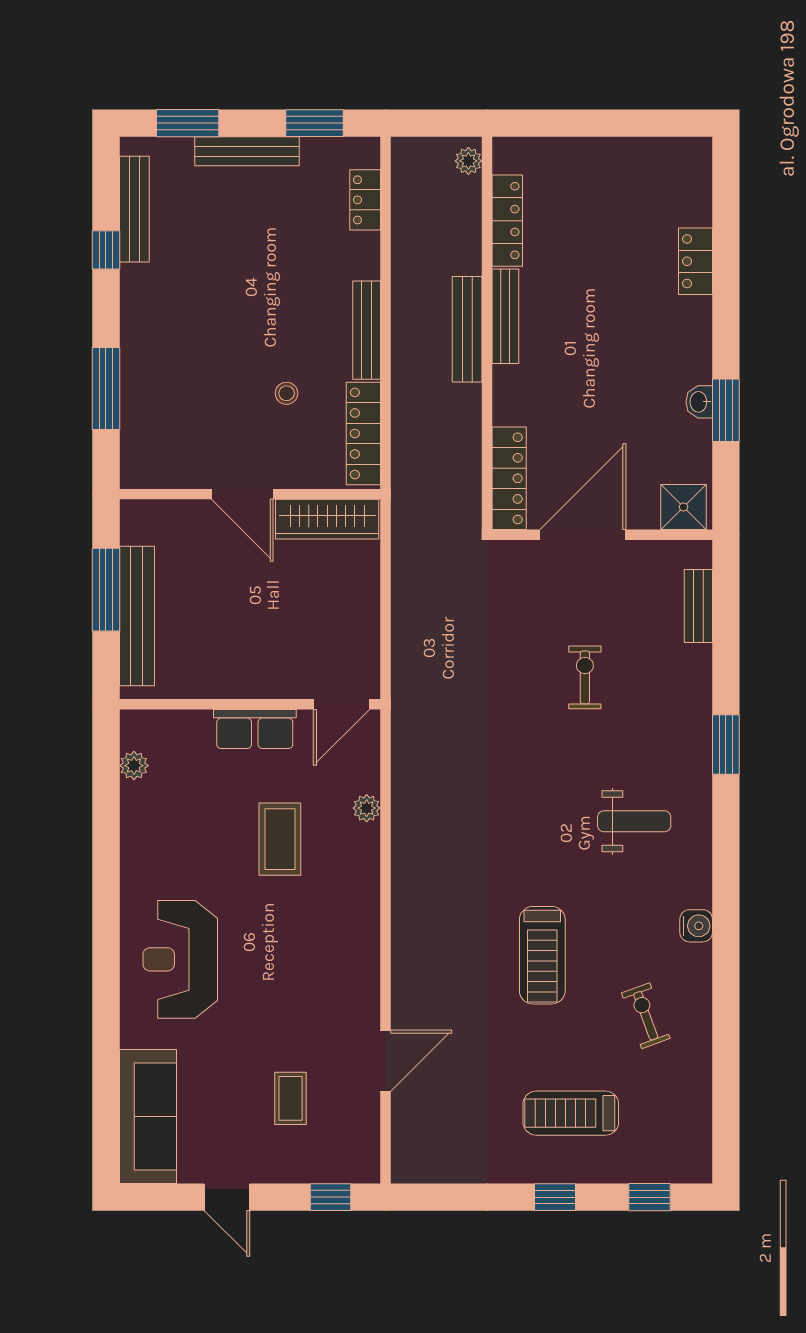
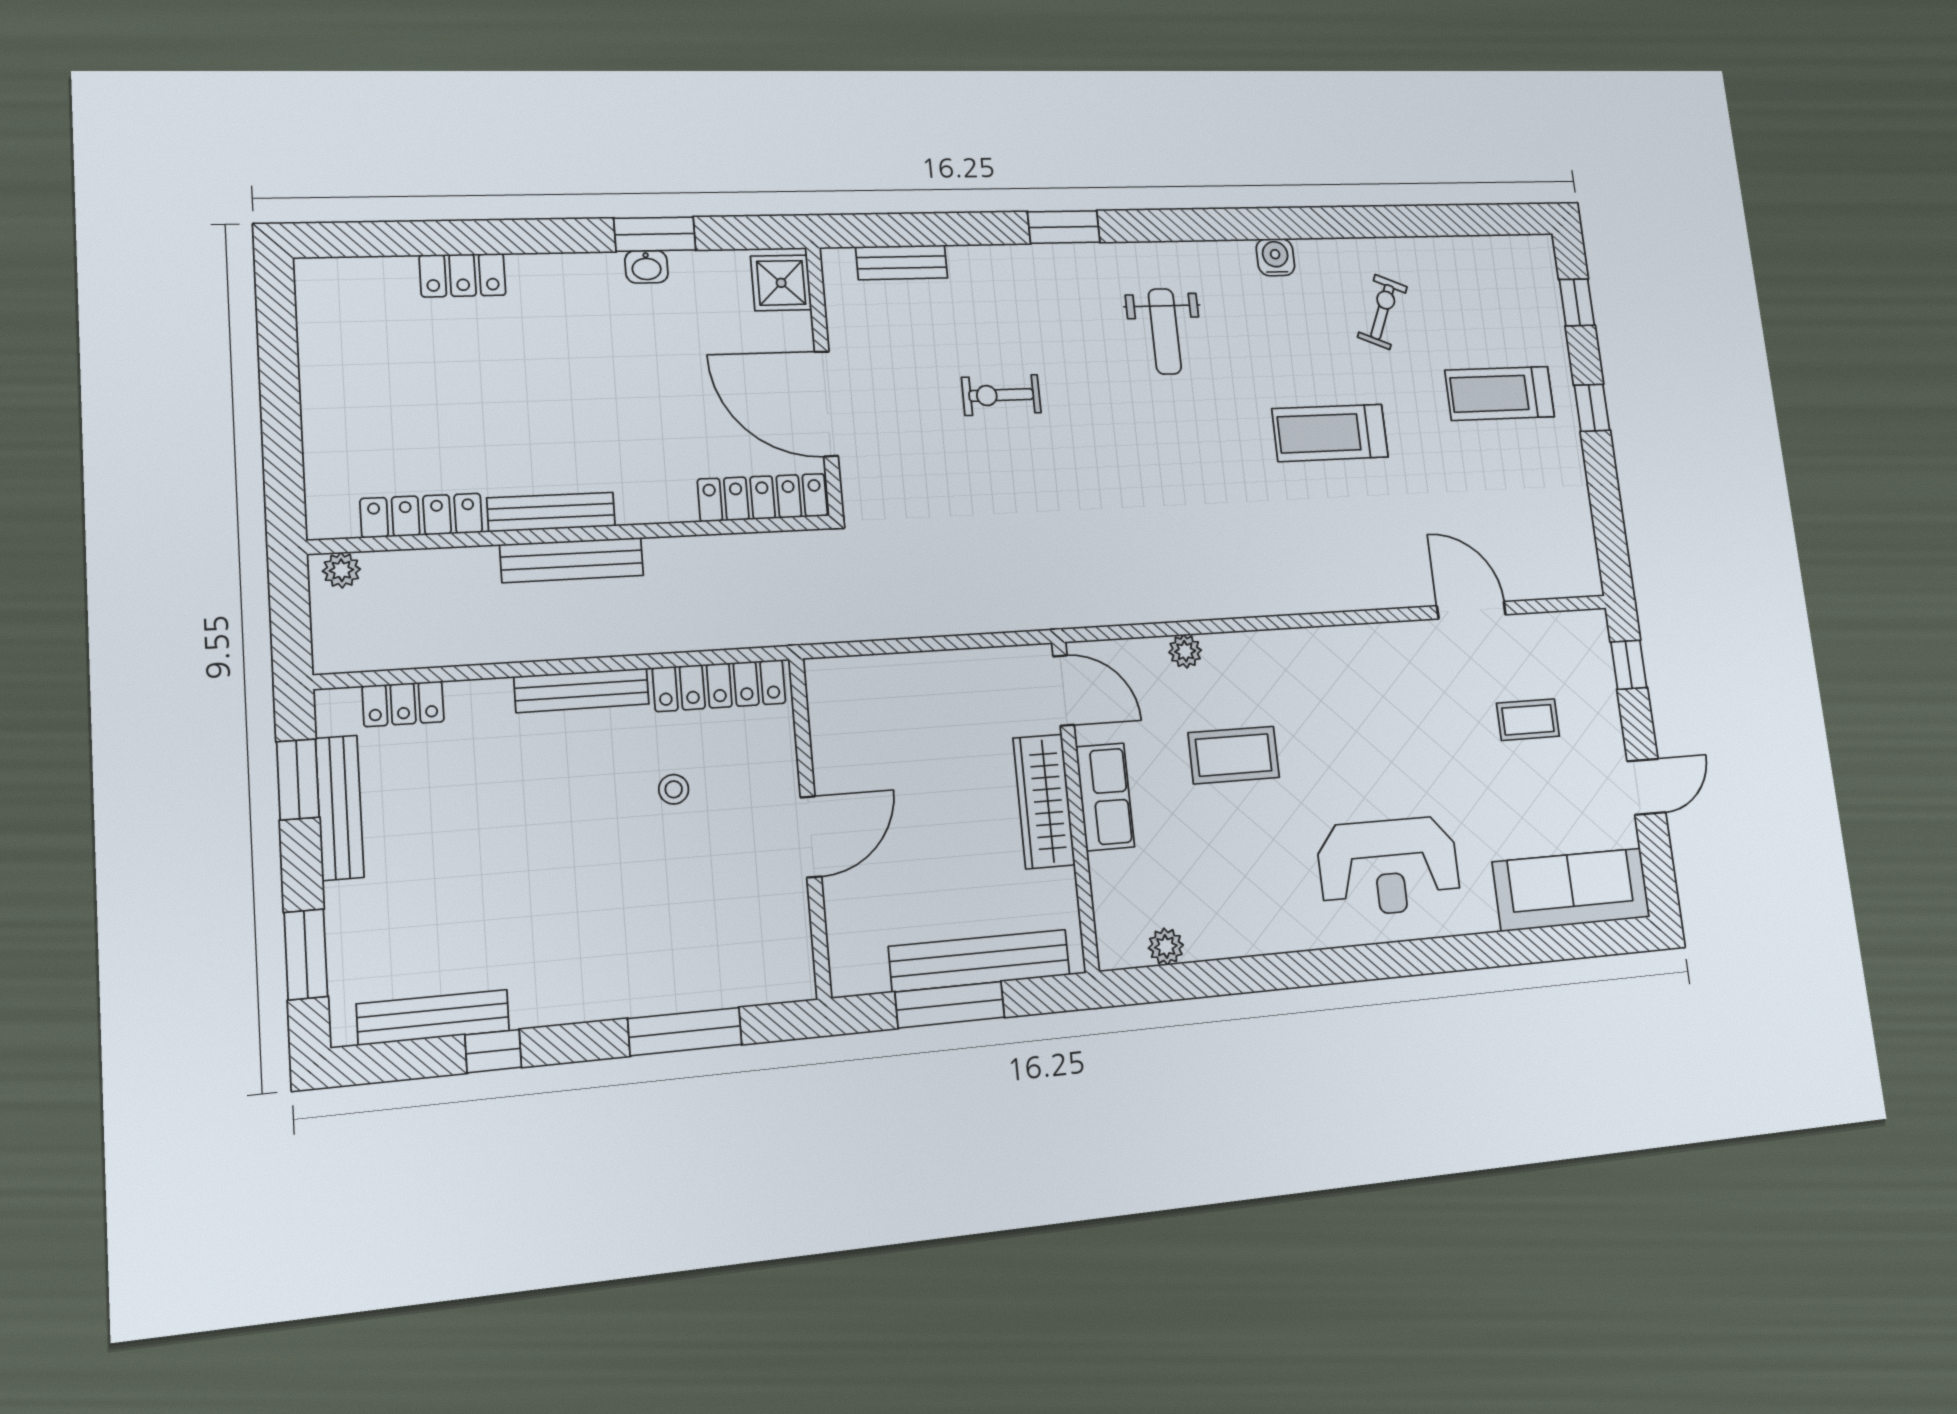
bench: (247, 151) -> (340, 808), moved
wardrobe: (327, 519) -> (1044, 801), moved, turned 180
weight bench: (634, 821) -> (1165, 331), turned 180
treadmill: (542, 955) -> (1330, 433), turned 180
exercise bike: (646, 1016) -> (1382, 312), turned 133
treadmill: (571, 1113) -> (1500, 393), turned 90

